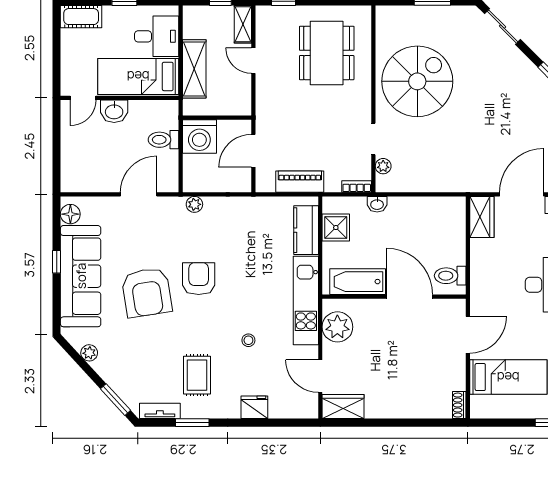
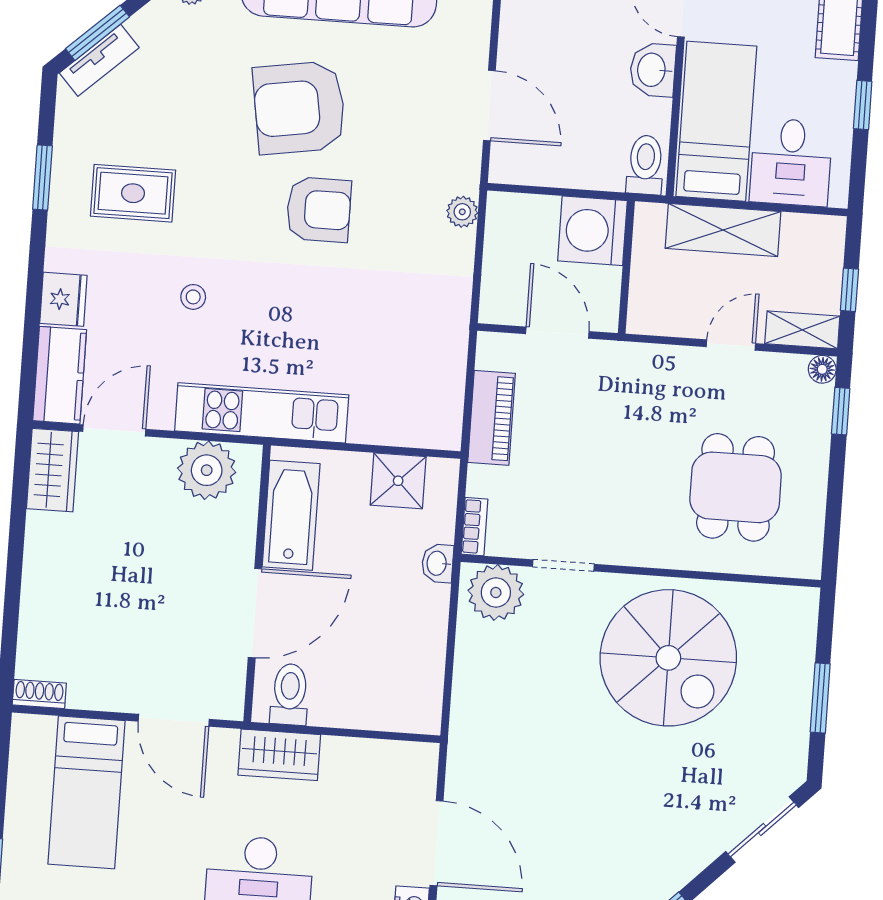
floor lamp: (263, 13) -> (822, 369), added
dining table: (327, 53) -> (736, 487), width x0.73
toilet: (163, 140) -> (645, 165), moved
plant: (383, 166) -> (496, 592), width x1.88, depth x1.88
wardrobe: (482, 217) -> (279, 755), moved
kitchen counter: (306, 230) -> (60, 375), moved, turned 90
tv unit: (160, 411) -> (99, 60), moved, turned 47

